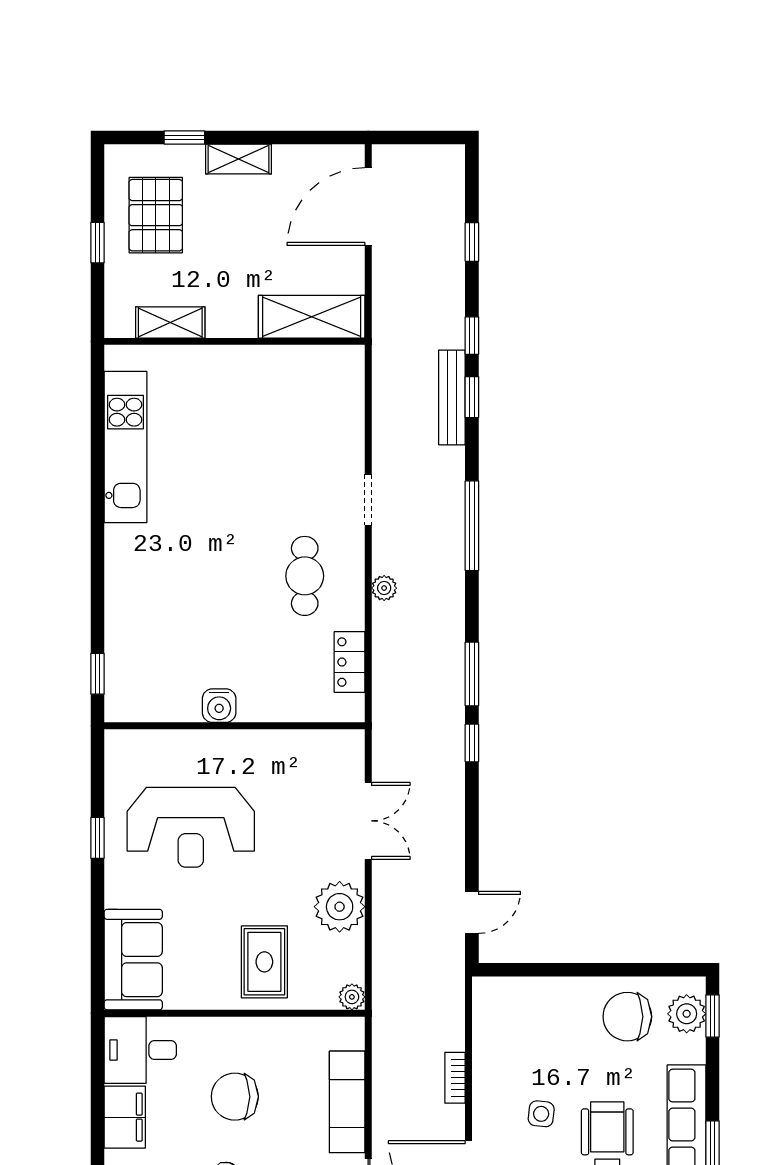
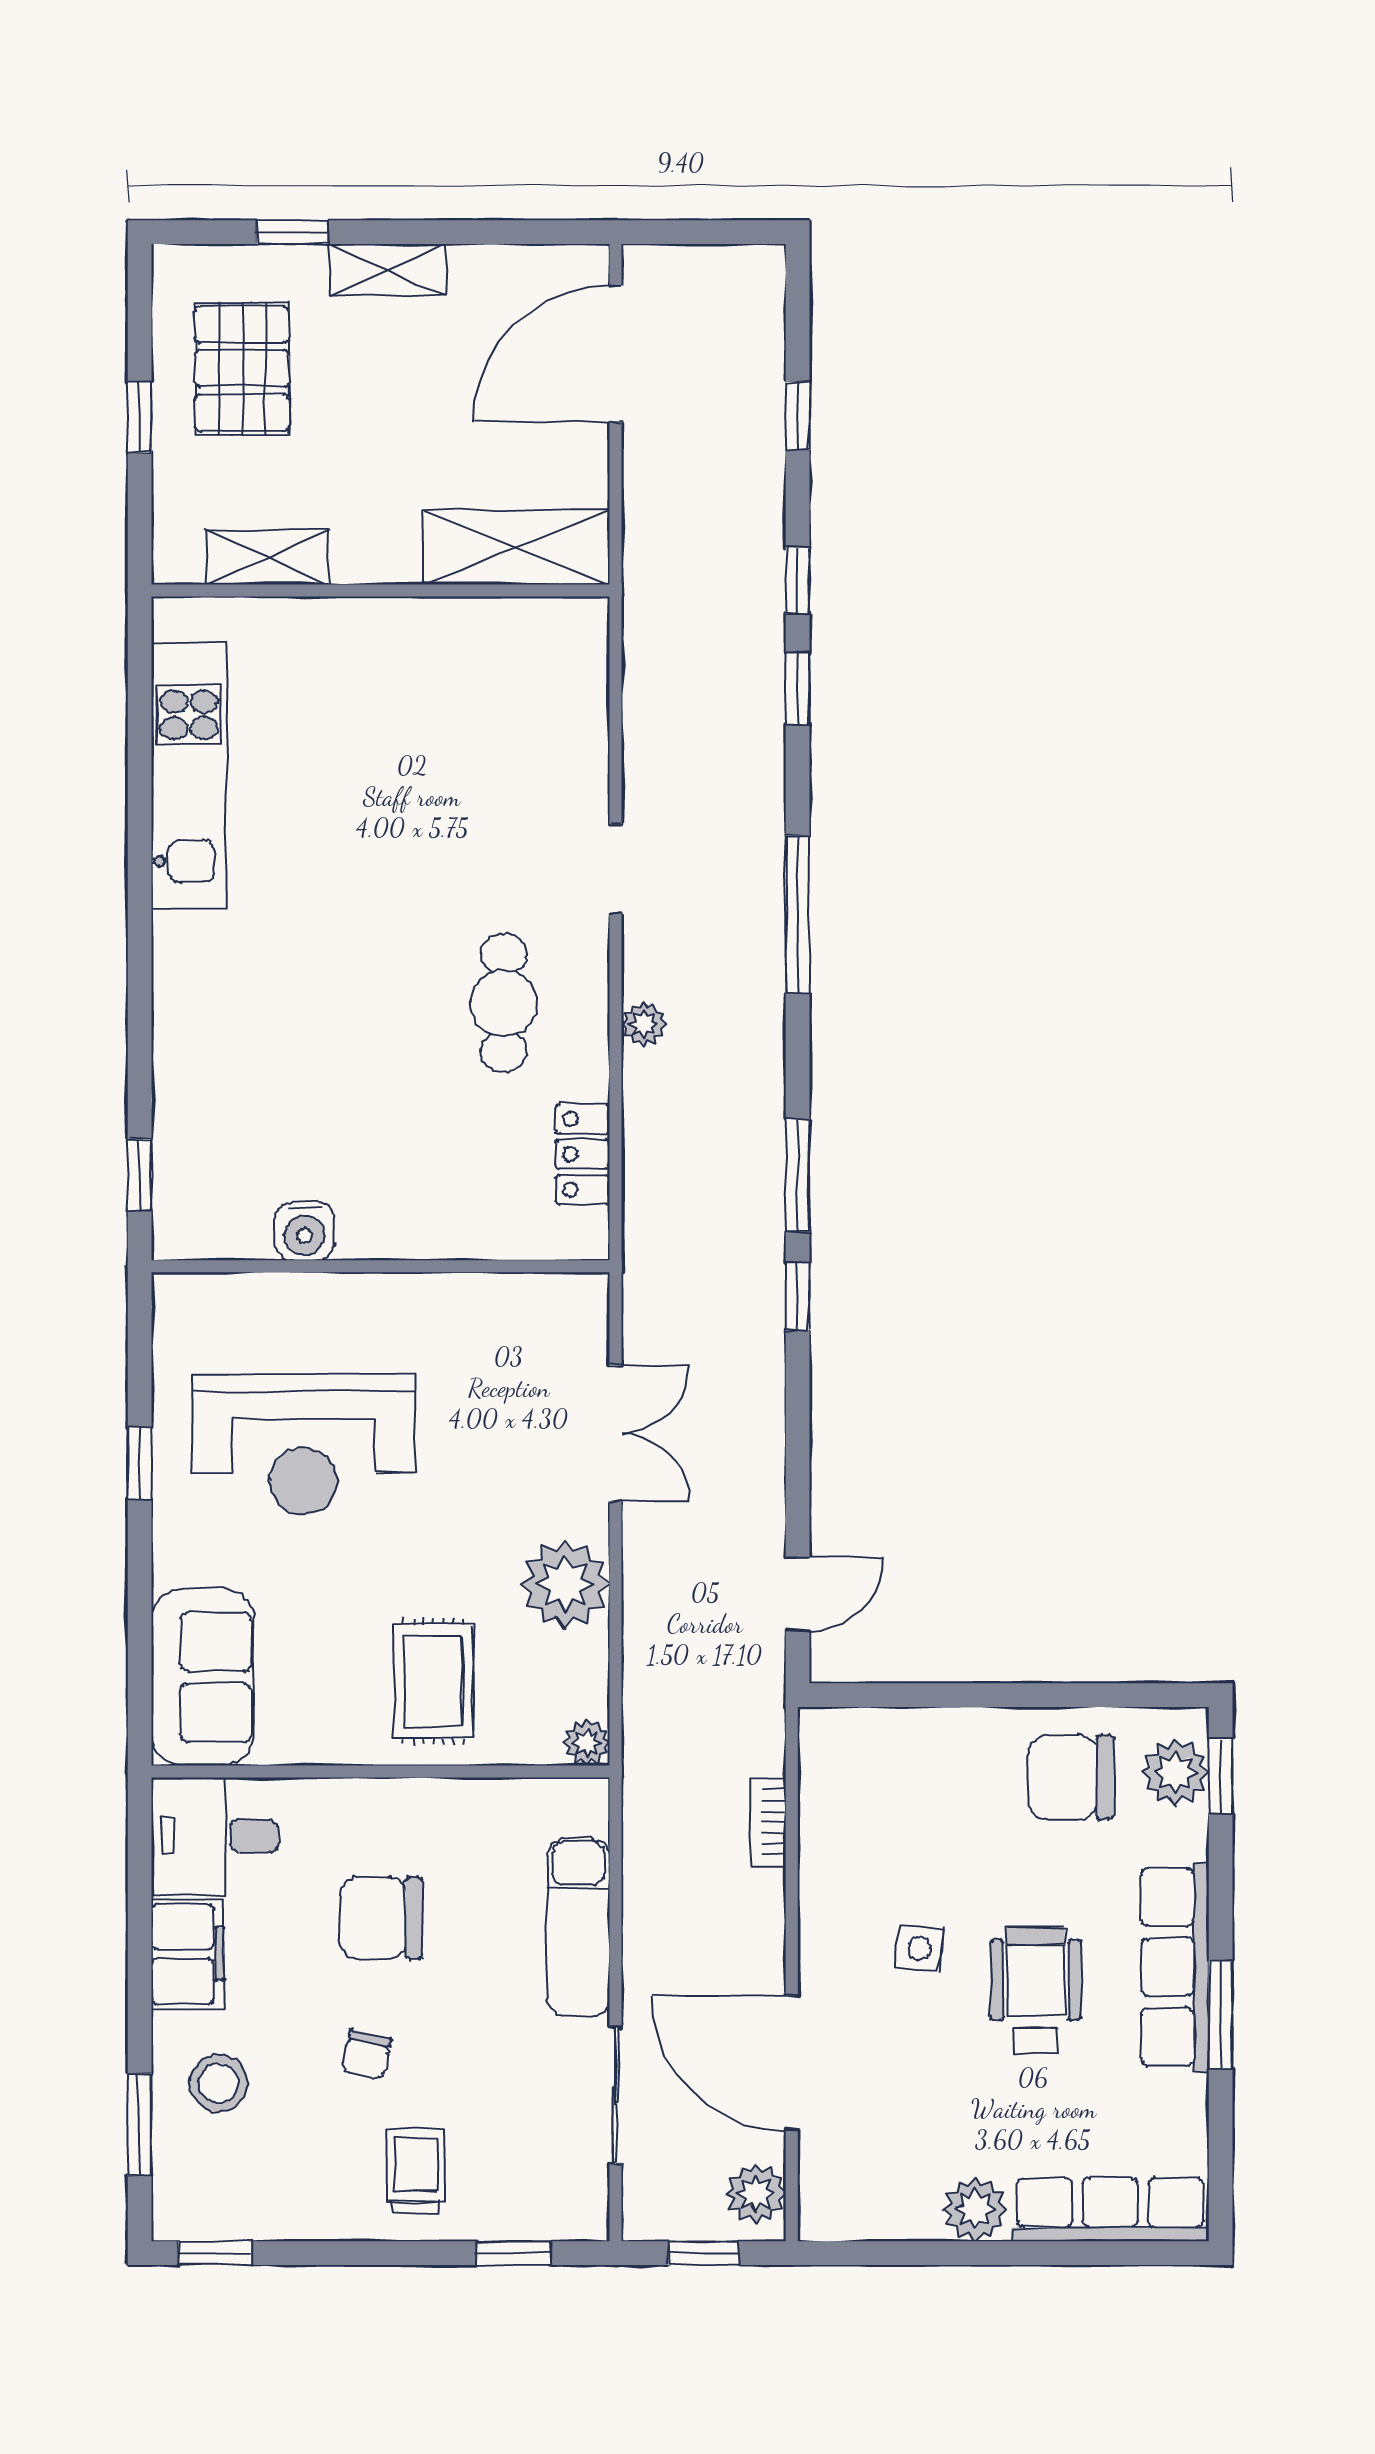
bench: (452, 397) -> (763, 689), removed
water cooler: (219, 706) -> (305, 1231), moved
bookcase: (455, 1078) -> (768, 1822), moved

